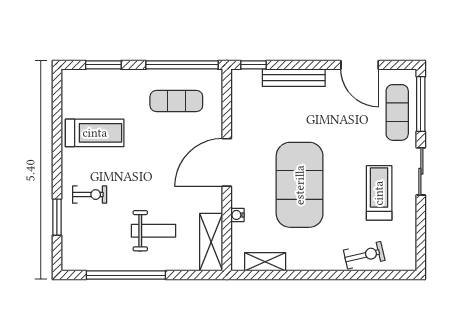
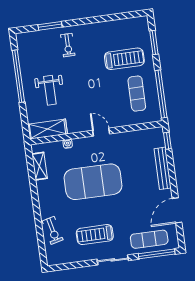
treadmill: (95, 133) -> (124, 59), moved, turned -90
door: (227, 162) -> (101, 132), width x0.53
treadmill: (379, 193) -> (95, 235), turned 180

